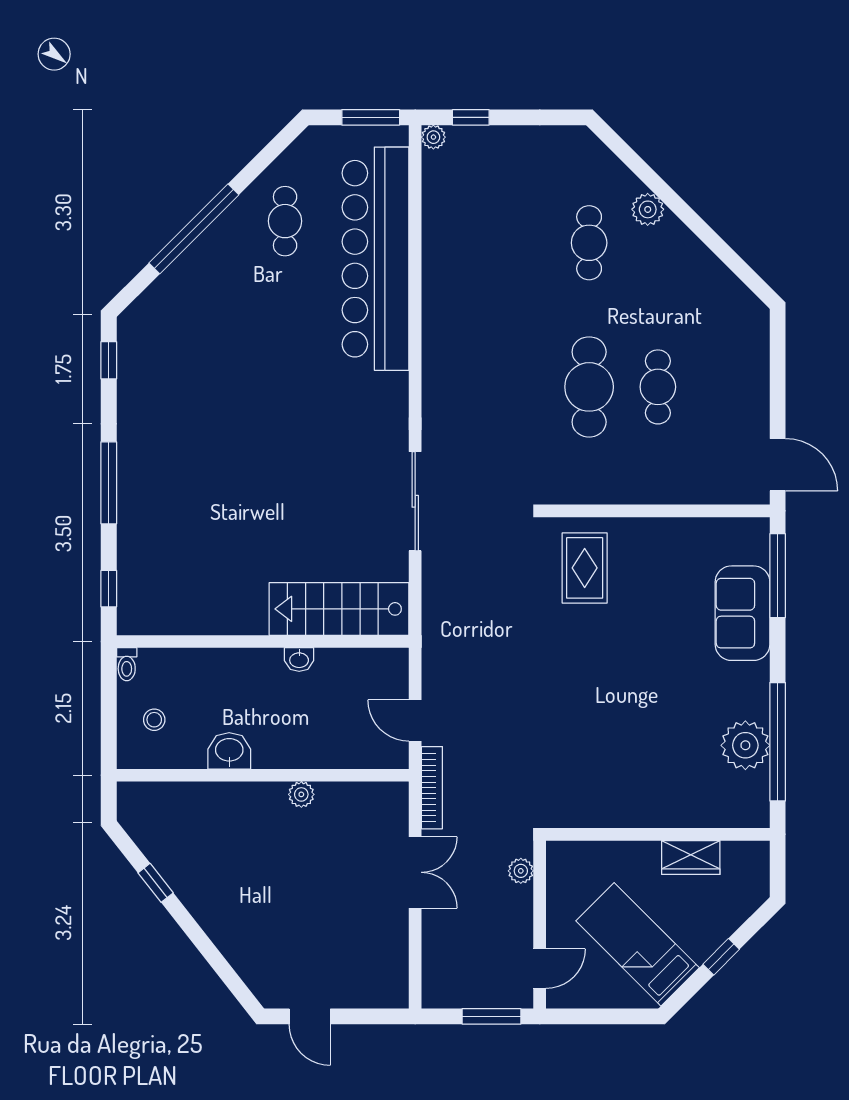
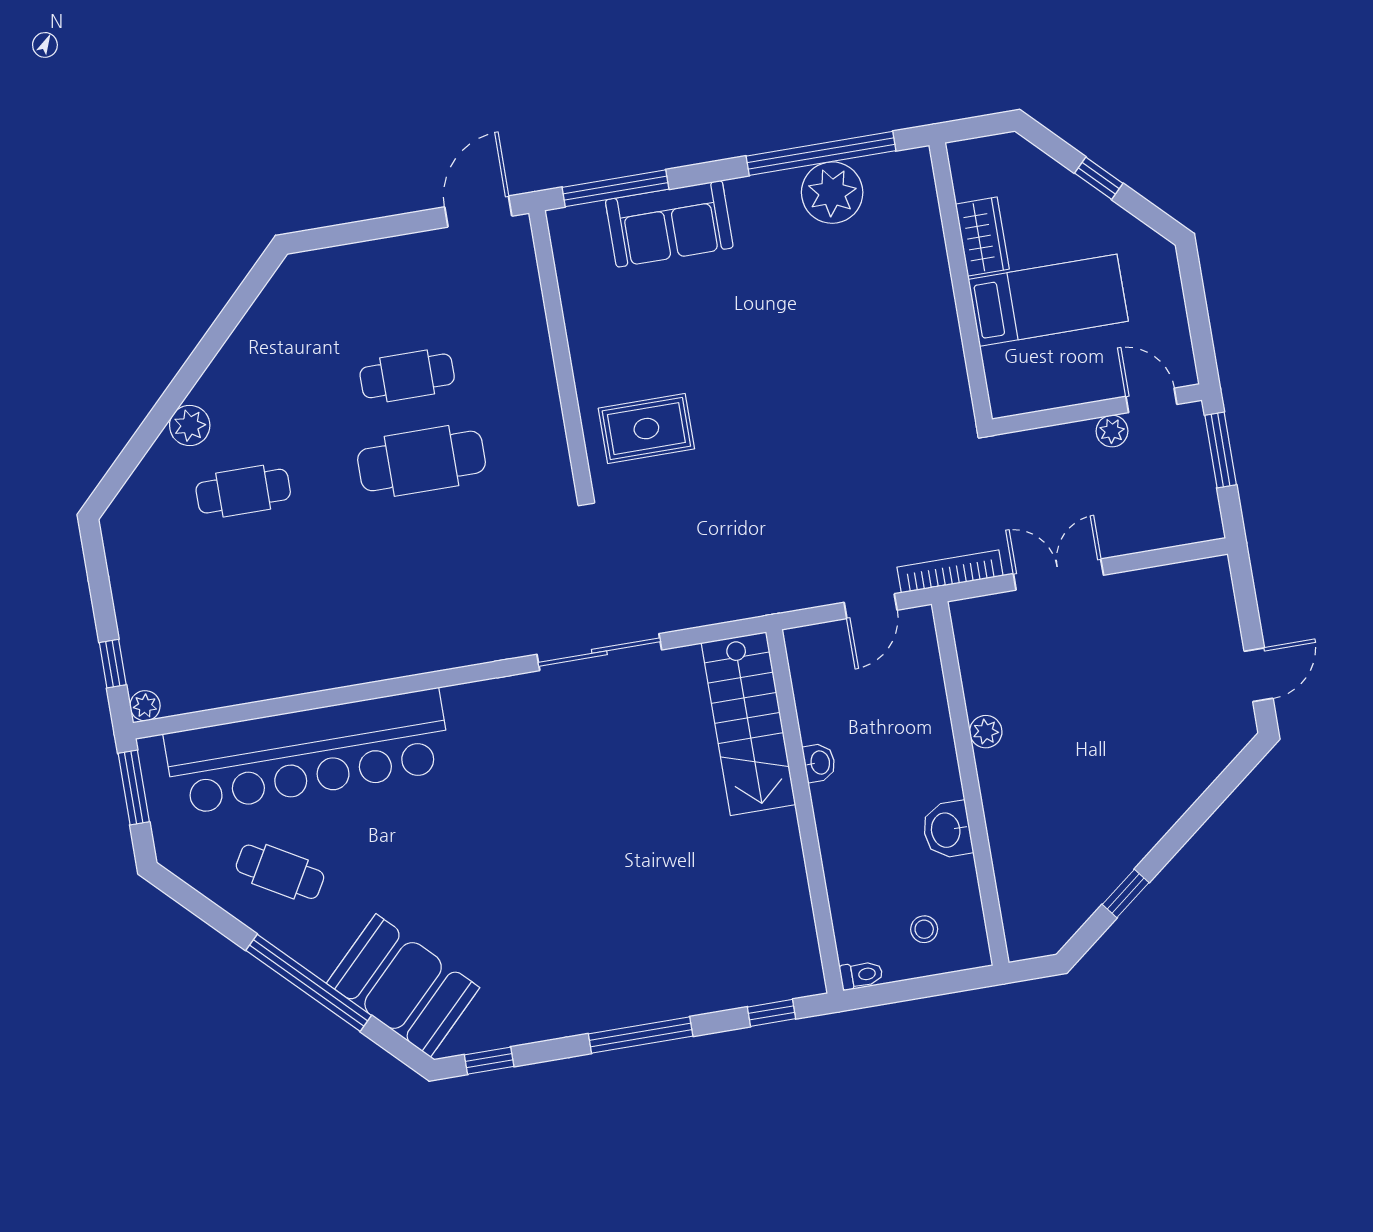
cafe table: (285, 221) -> (280, 872), turned 30
booth: (179, 303) -> (403, 985), added
plant: (521, 871) -> (1112, 431), moved
bed: (638, 944) -> (1048, 300), moved, turned -135

